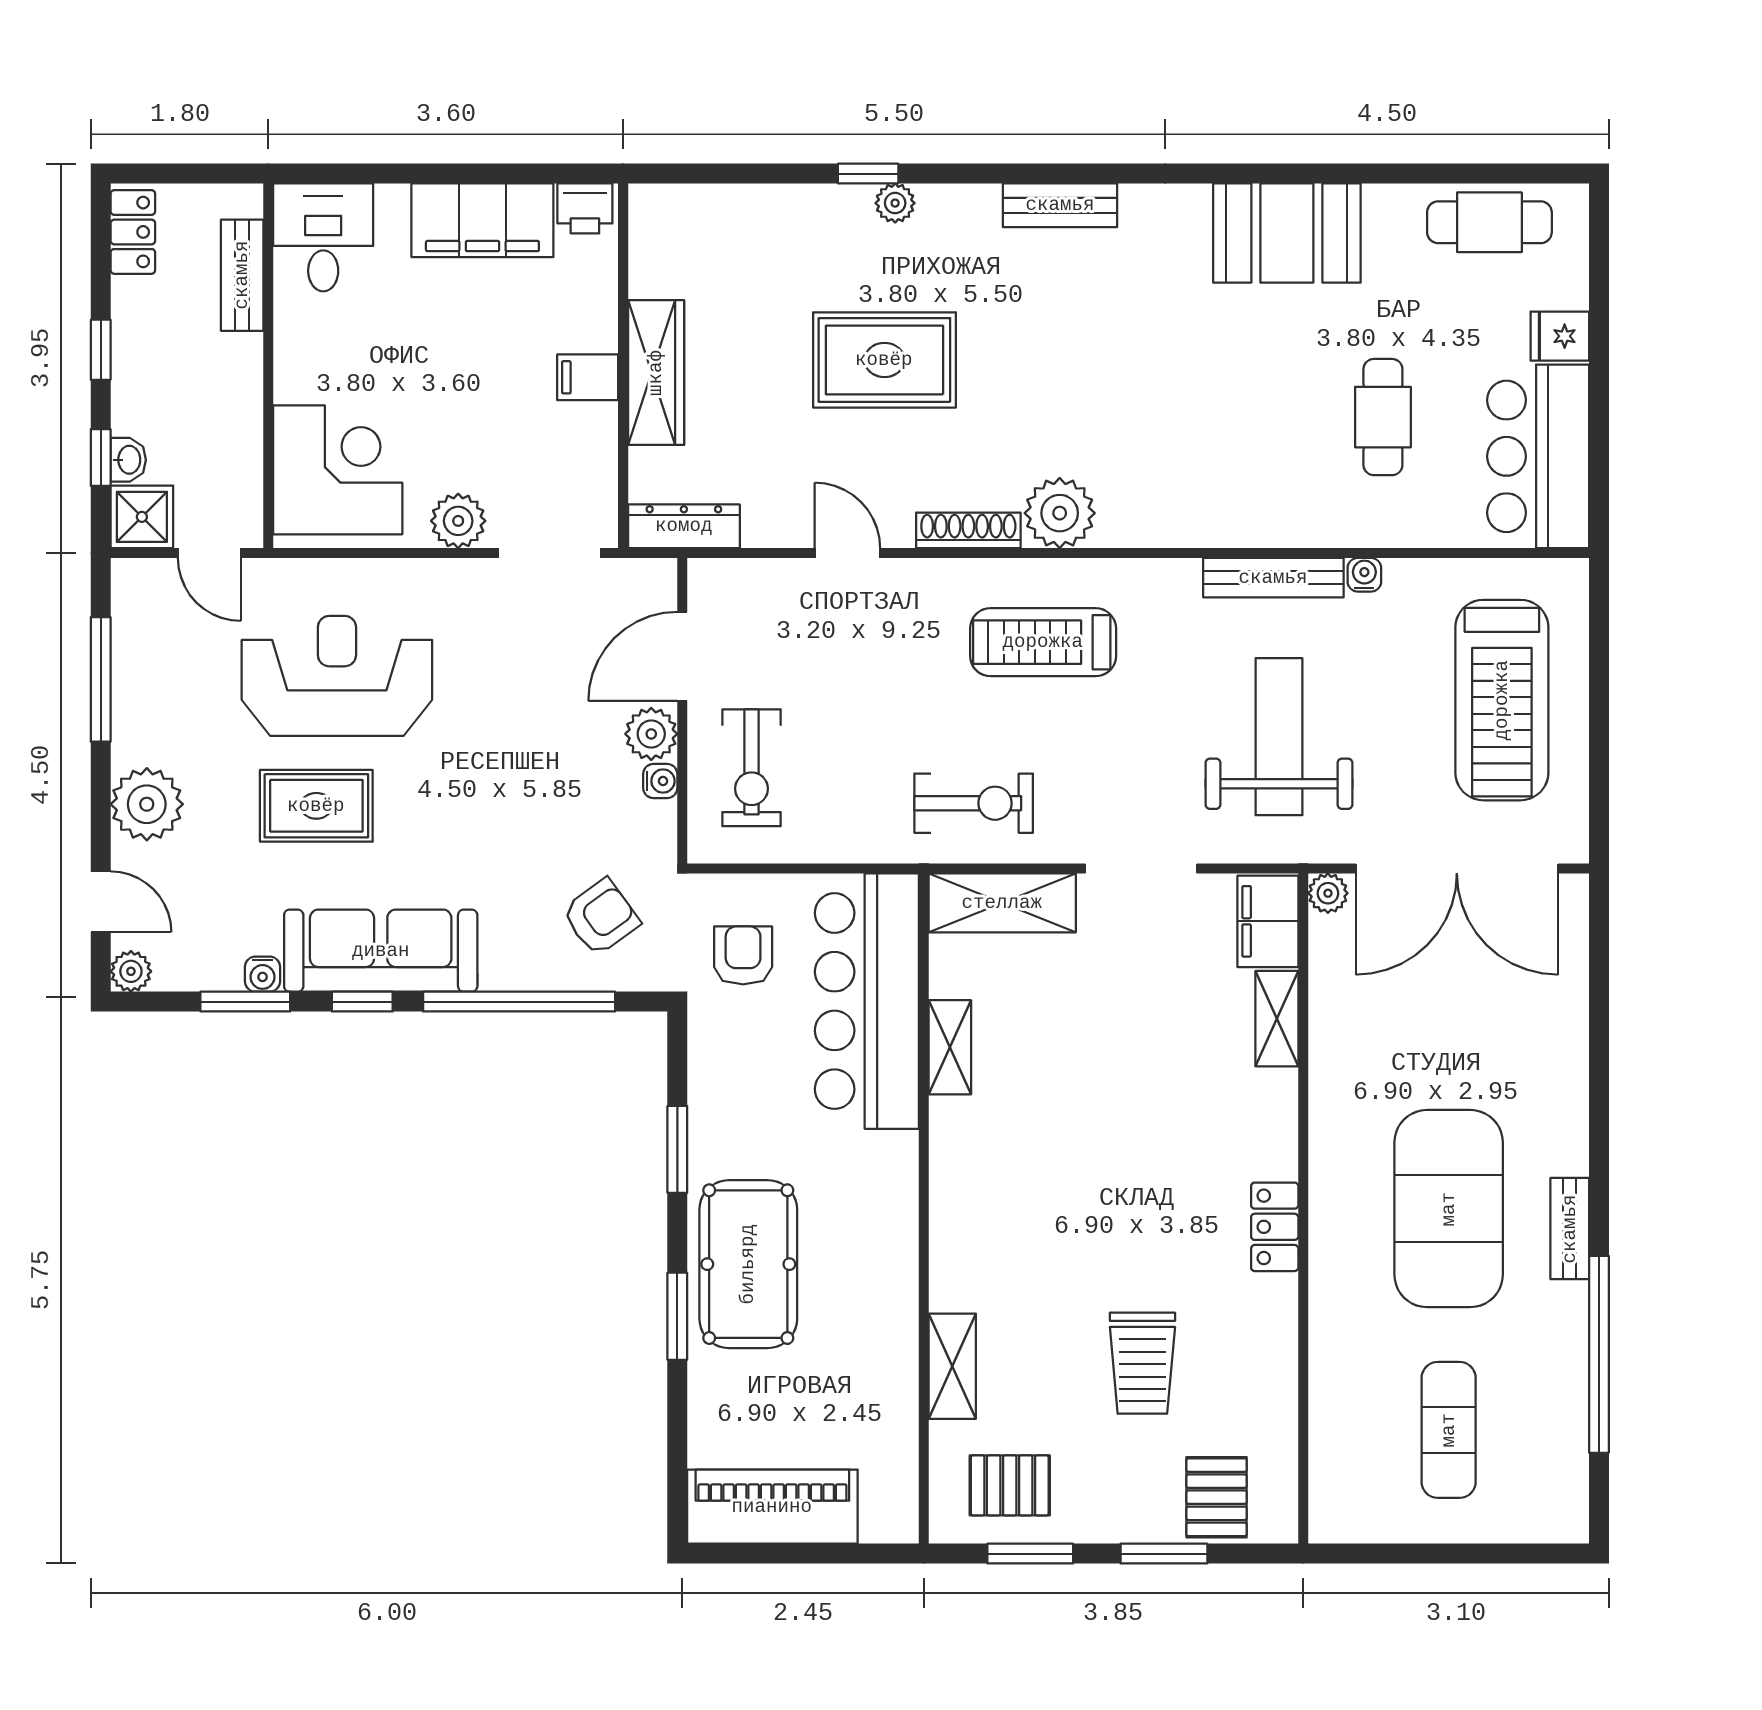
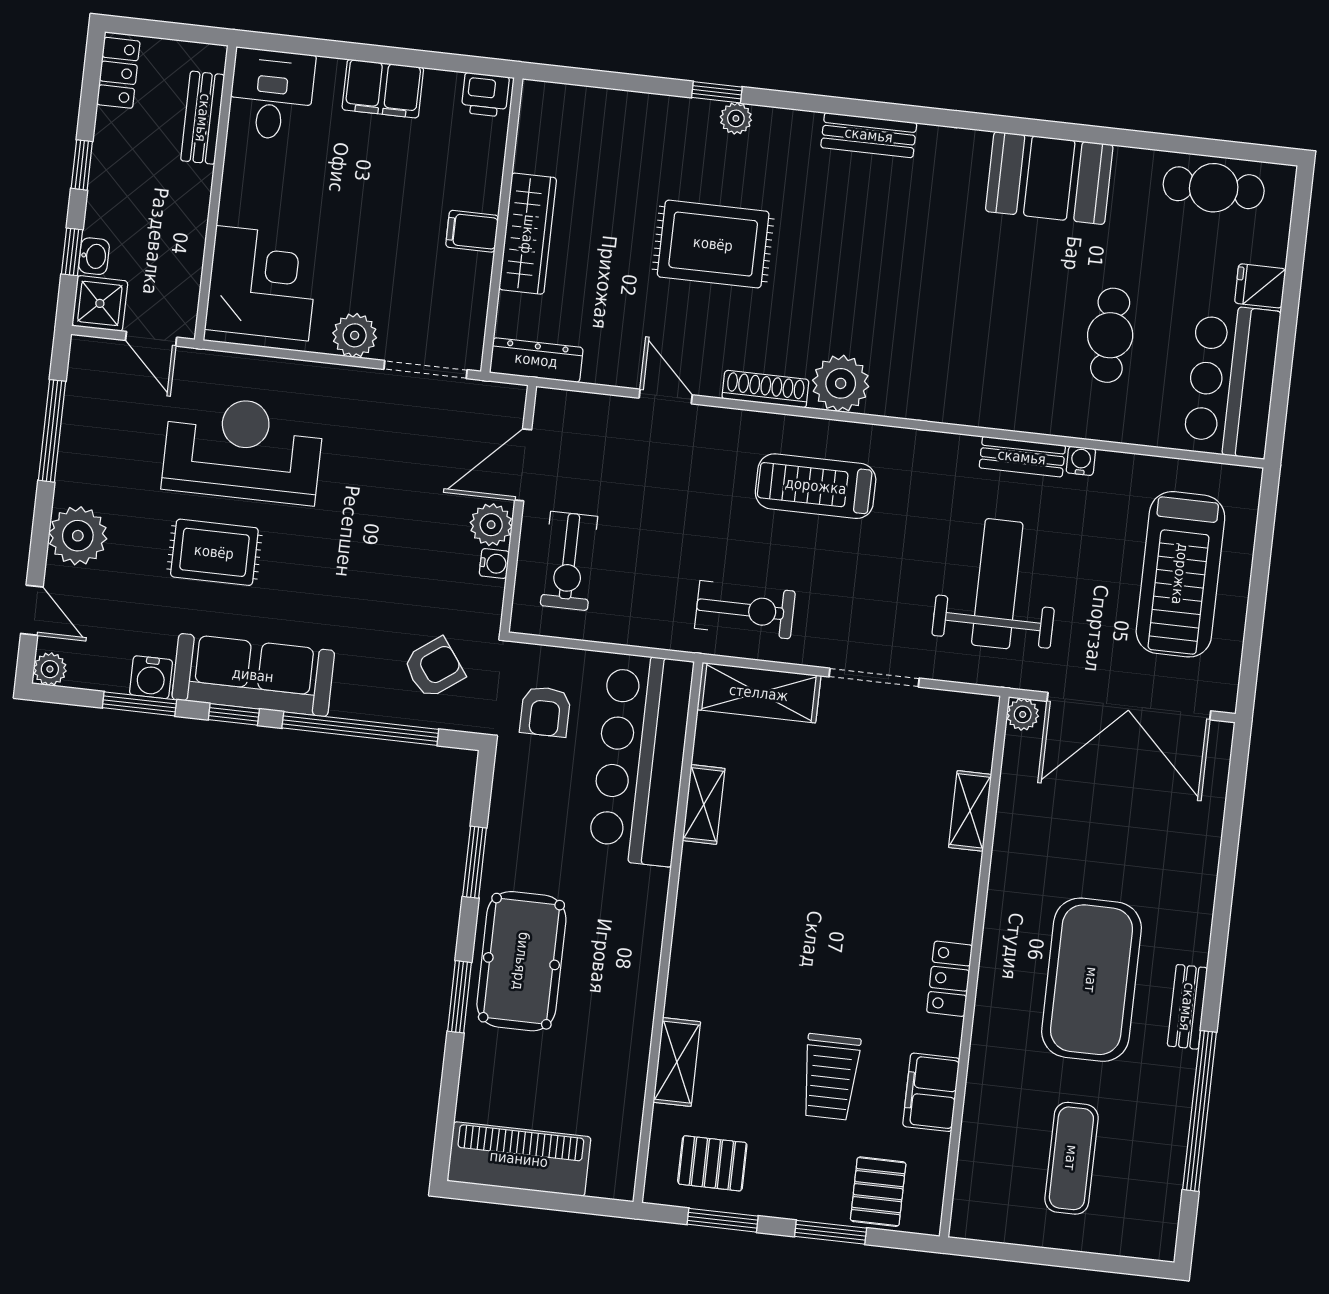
filing cabinet: (482, 220) -> (383, 89), width x0.67, depth x0.86
bench: (1273, 578) -> (1022, 457), width x0.73
filing cabinet: (1268, 921) -> (931, 1092), moved
armchair: (743, 955) -> (545, 712), turned 180
water cooler: (263, 974) -> (151, 677), width x1.38, depth x1.38

